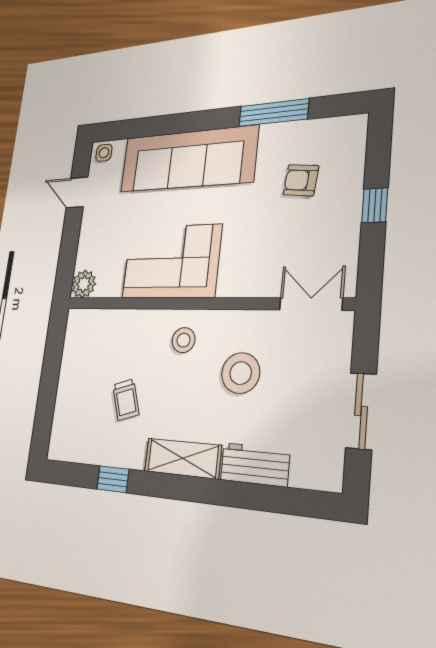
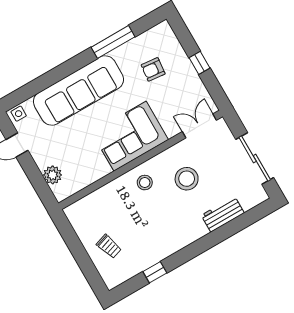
corner sofa: (171, 262) -> (130, 136), moved
plant: (84, 284) -> (53, 175), moved
trolley: (126, 400) -> (109, 246), moved
sliding door: (361, 411) -> (255, 158), width x1.37
shelving: (183, 458) -> (185, 237), removed

